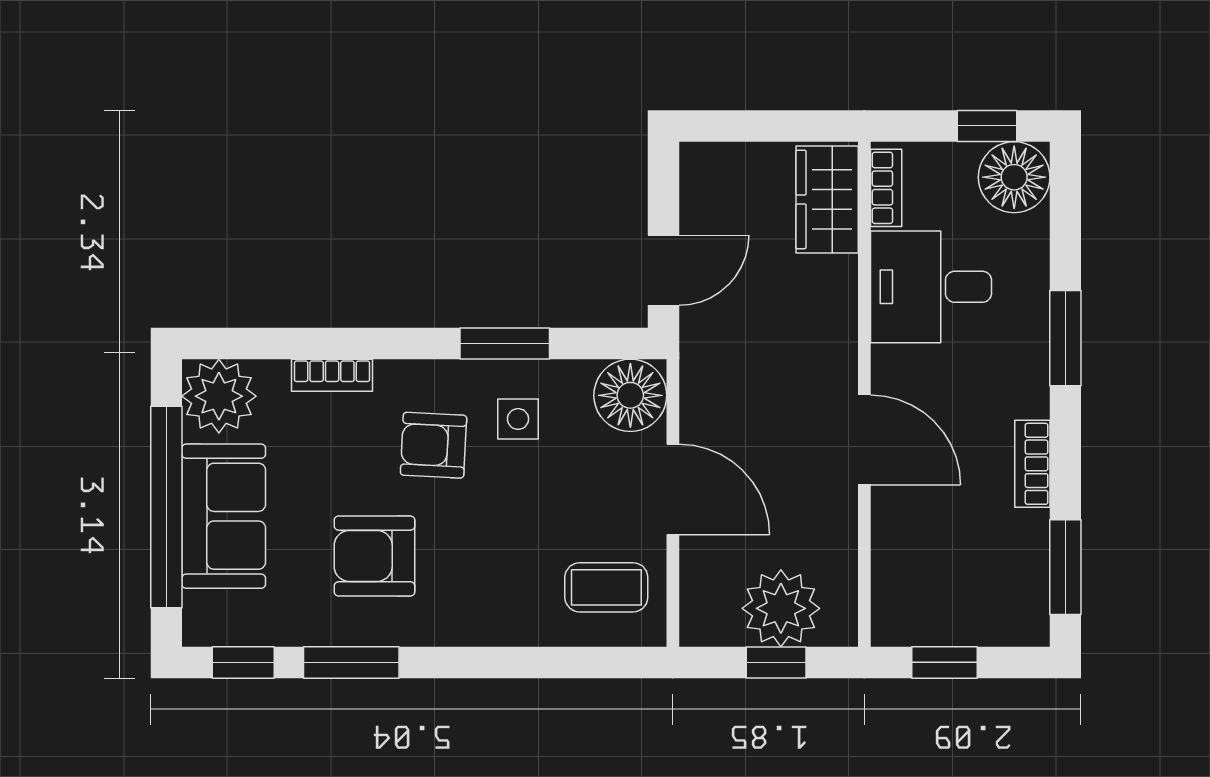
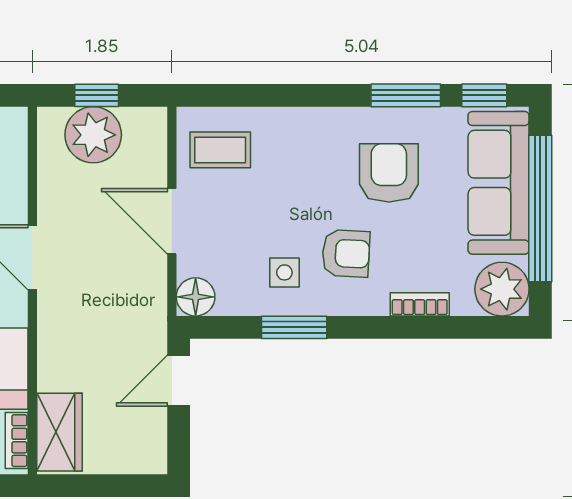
floor lamp: (630, 395) -> (196, 297), width x0.73, depth x0.73
sofa: (224, 516) -> (499, 183), width x1.36
armchair: (374, 556) -> (389, 173), turned -90

